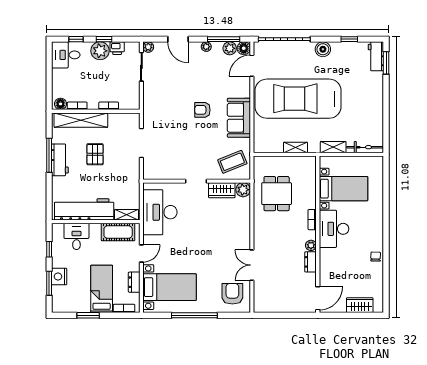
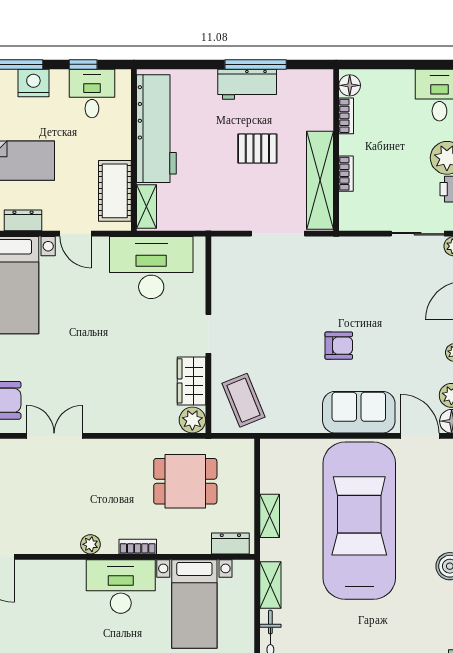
armchair: (202, 110) -> (339, 346), turned 90
sofa: (239, 118) -> (359, 412), moved
shelving: (81, 120) -> (320, 180), moved
desk: (76, 236) -> (92, 93), moved, turned -90
dresser: (311, 262) -> (230, 543), moved

